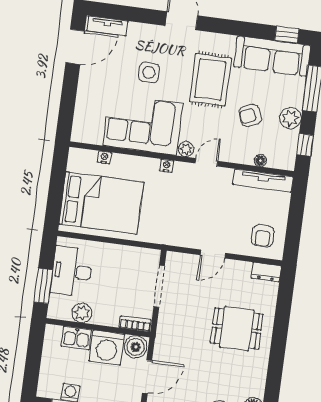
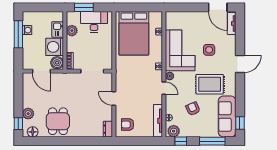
plant: (290, 118) -> (174, 131), moved
dining table: (237, 329) -> (58, 121), moved

